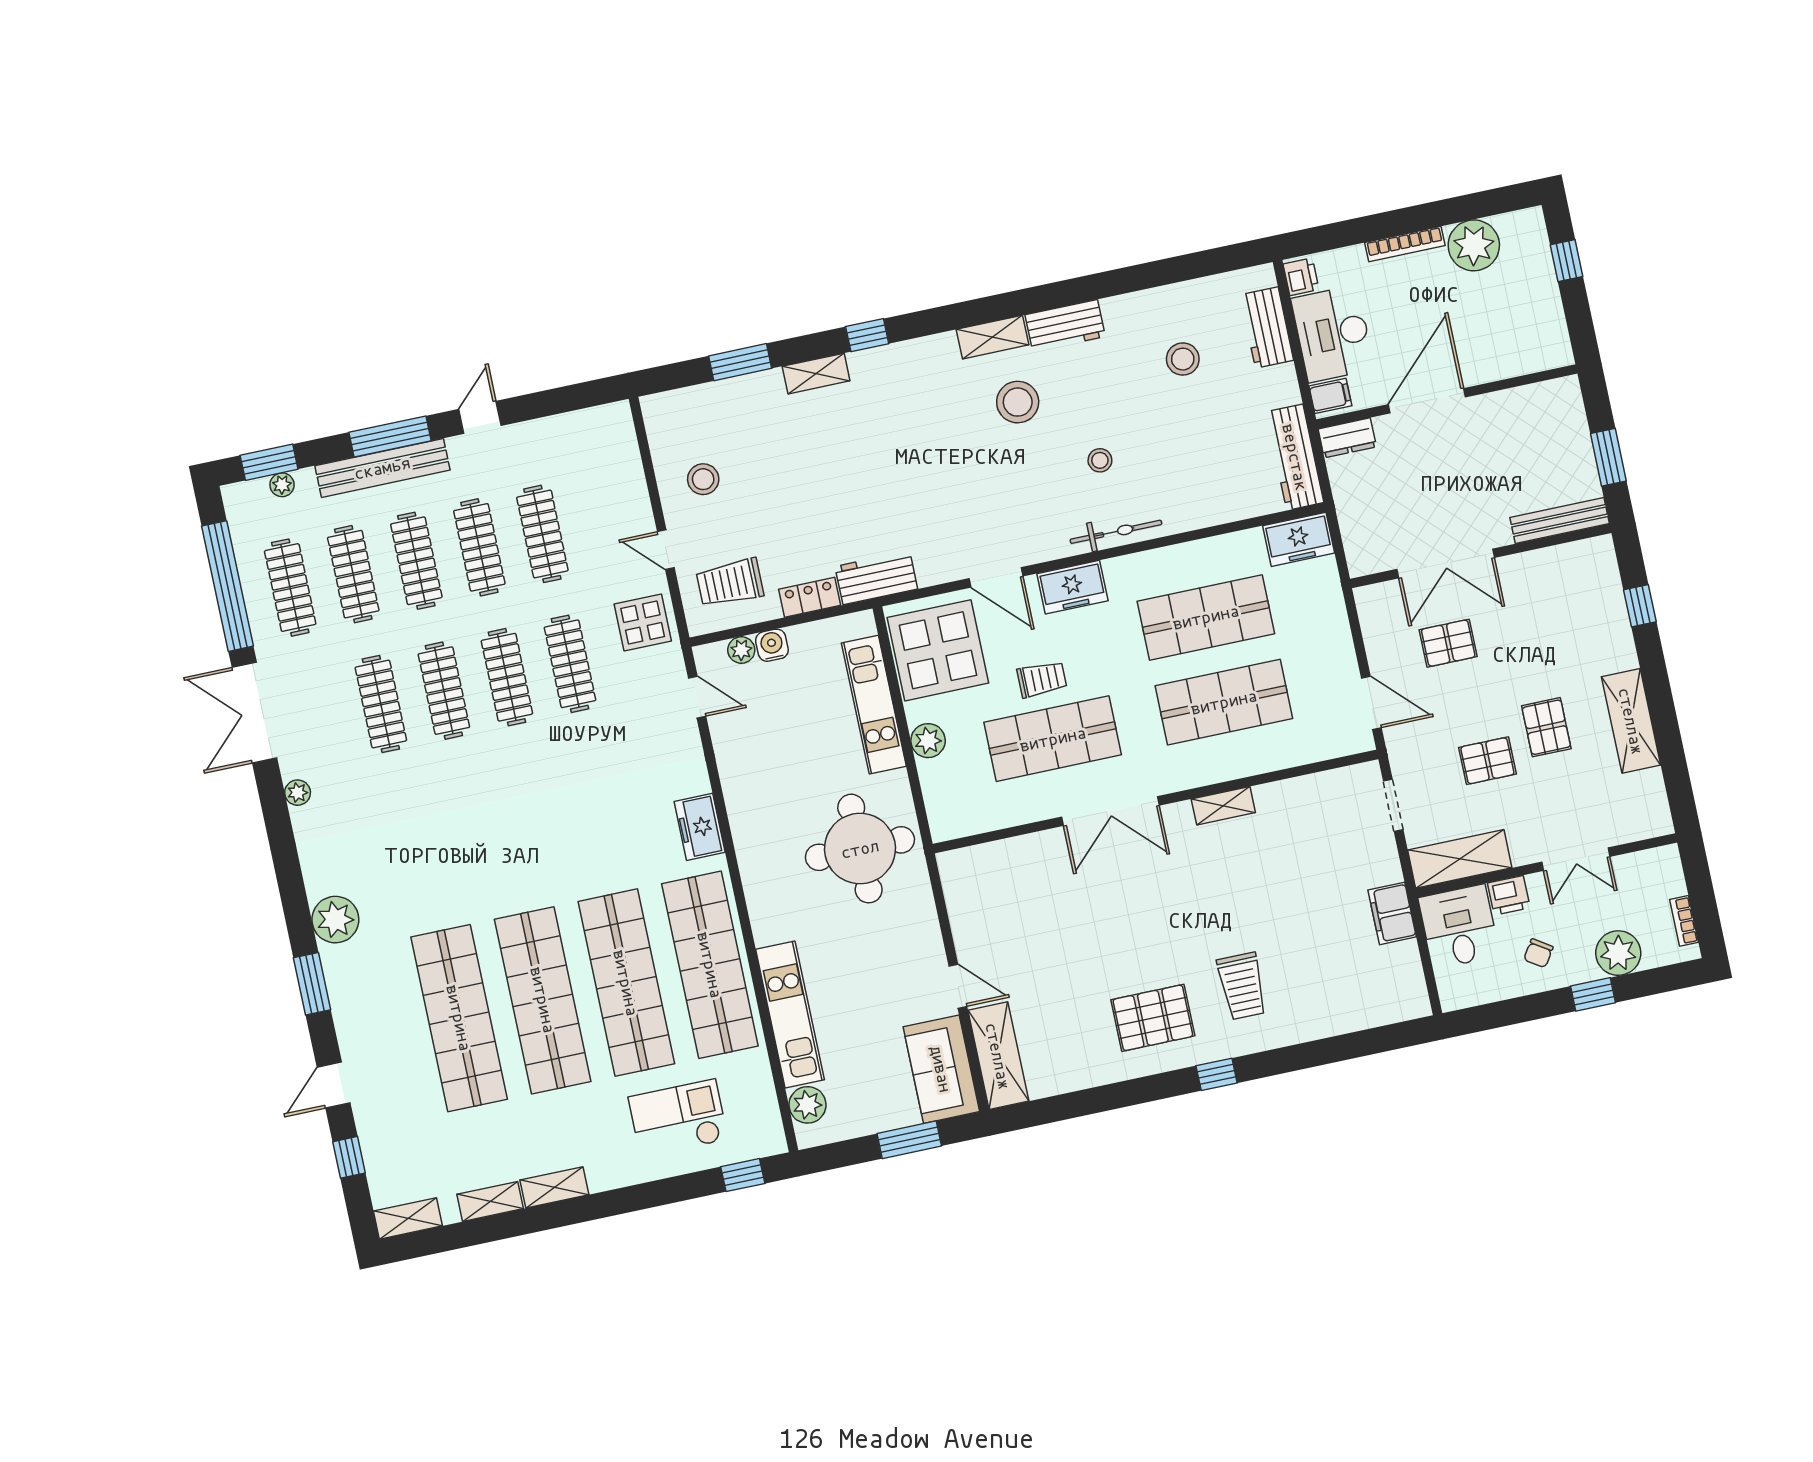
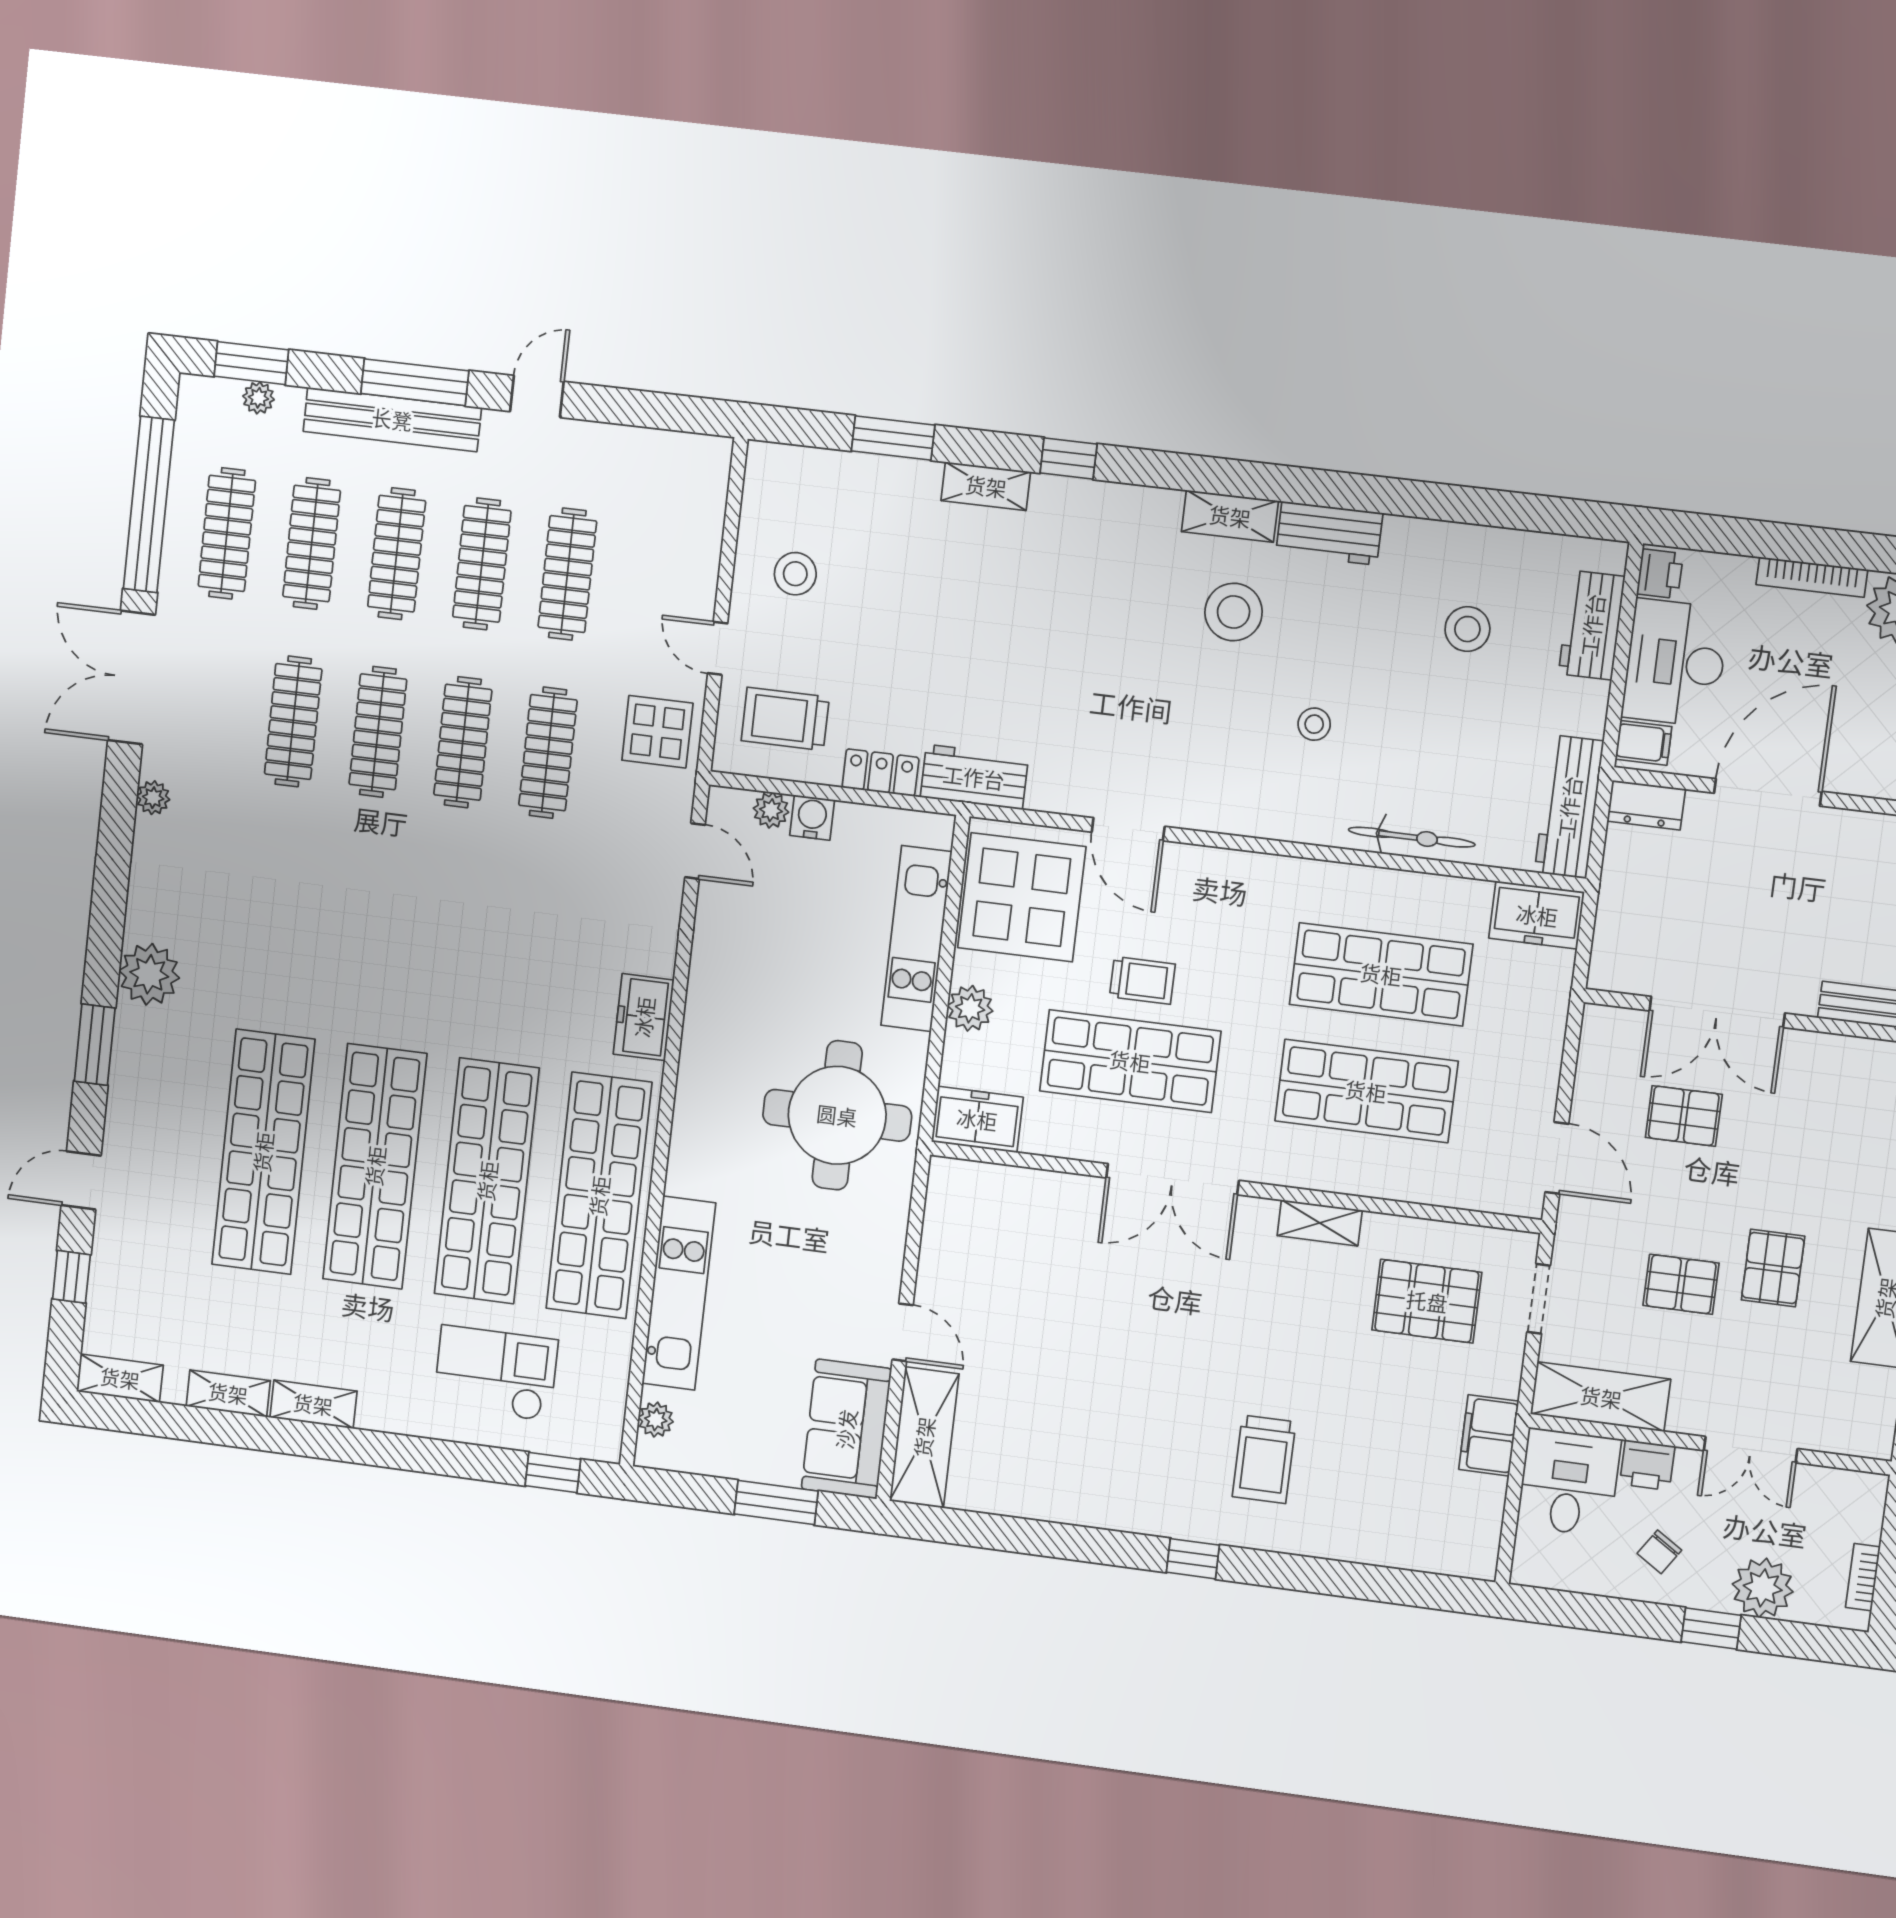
bicycle: (1116, 532) -> (1412, 837), moved
freezer: (1072, 587) -> (977, 1119), moved, turned 180
pallet: (1153, 1018) -> (1427, 1301), moved
plant: (807, 1105) -> (656, 1420), width x0.73, depth x0.73

